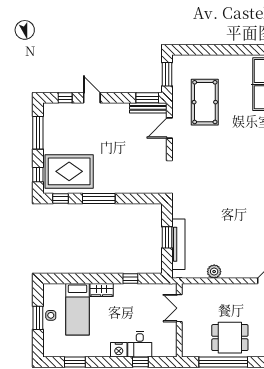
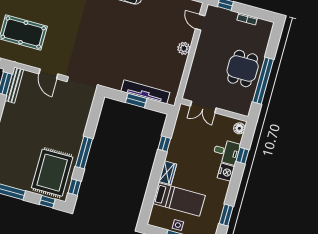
door: (169, 128) -> (48, 74), moved
plant: (214, 272) -> (184, 48), moved
floor lamp: (168, 351) -> (239, 128), added

